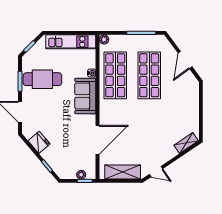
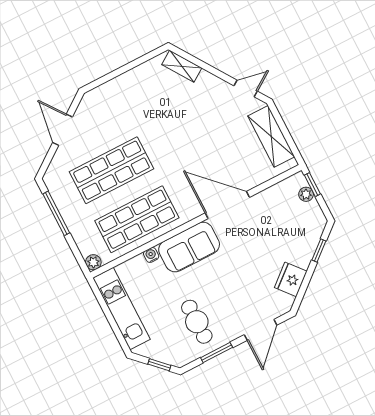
door: (185, 60) -> (62, 130), swing flipped
cafe table: (42, 79) -> (197, 322), width x0.73, depth x0.74
door: (98, 140) -> (227, 205), moved
door: (156, 172) -> (246, 88), hinge flipped

